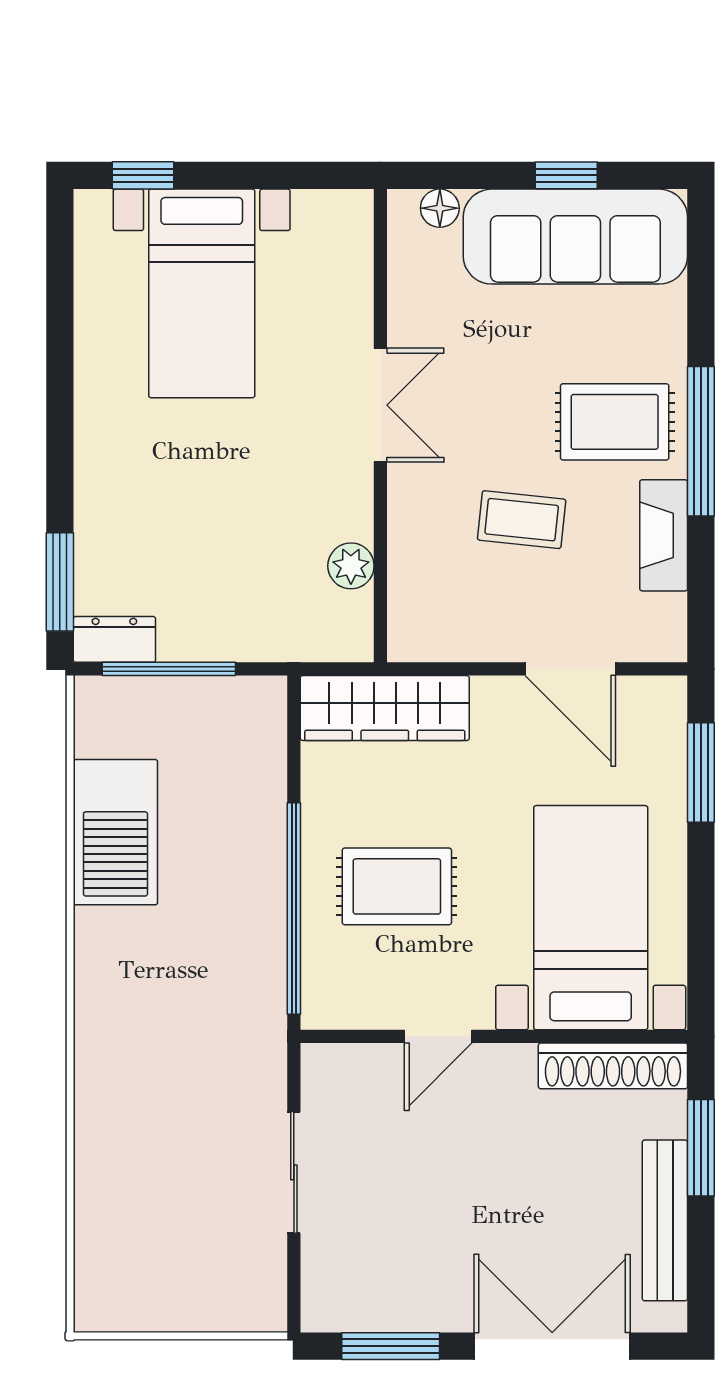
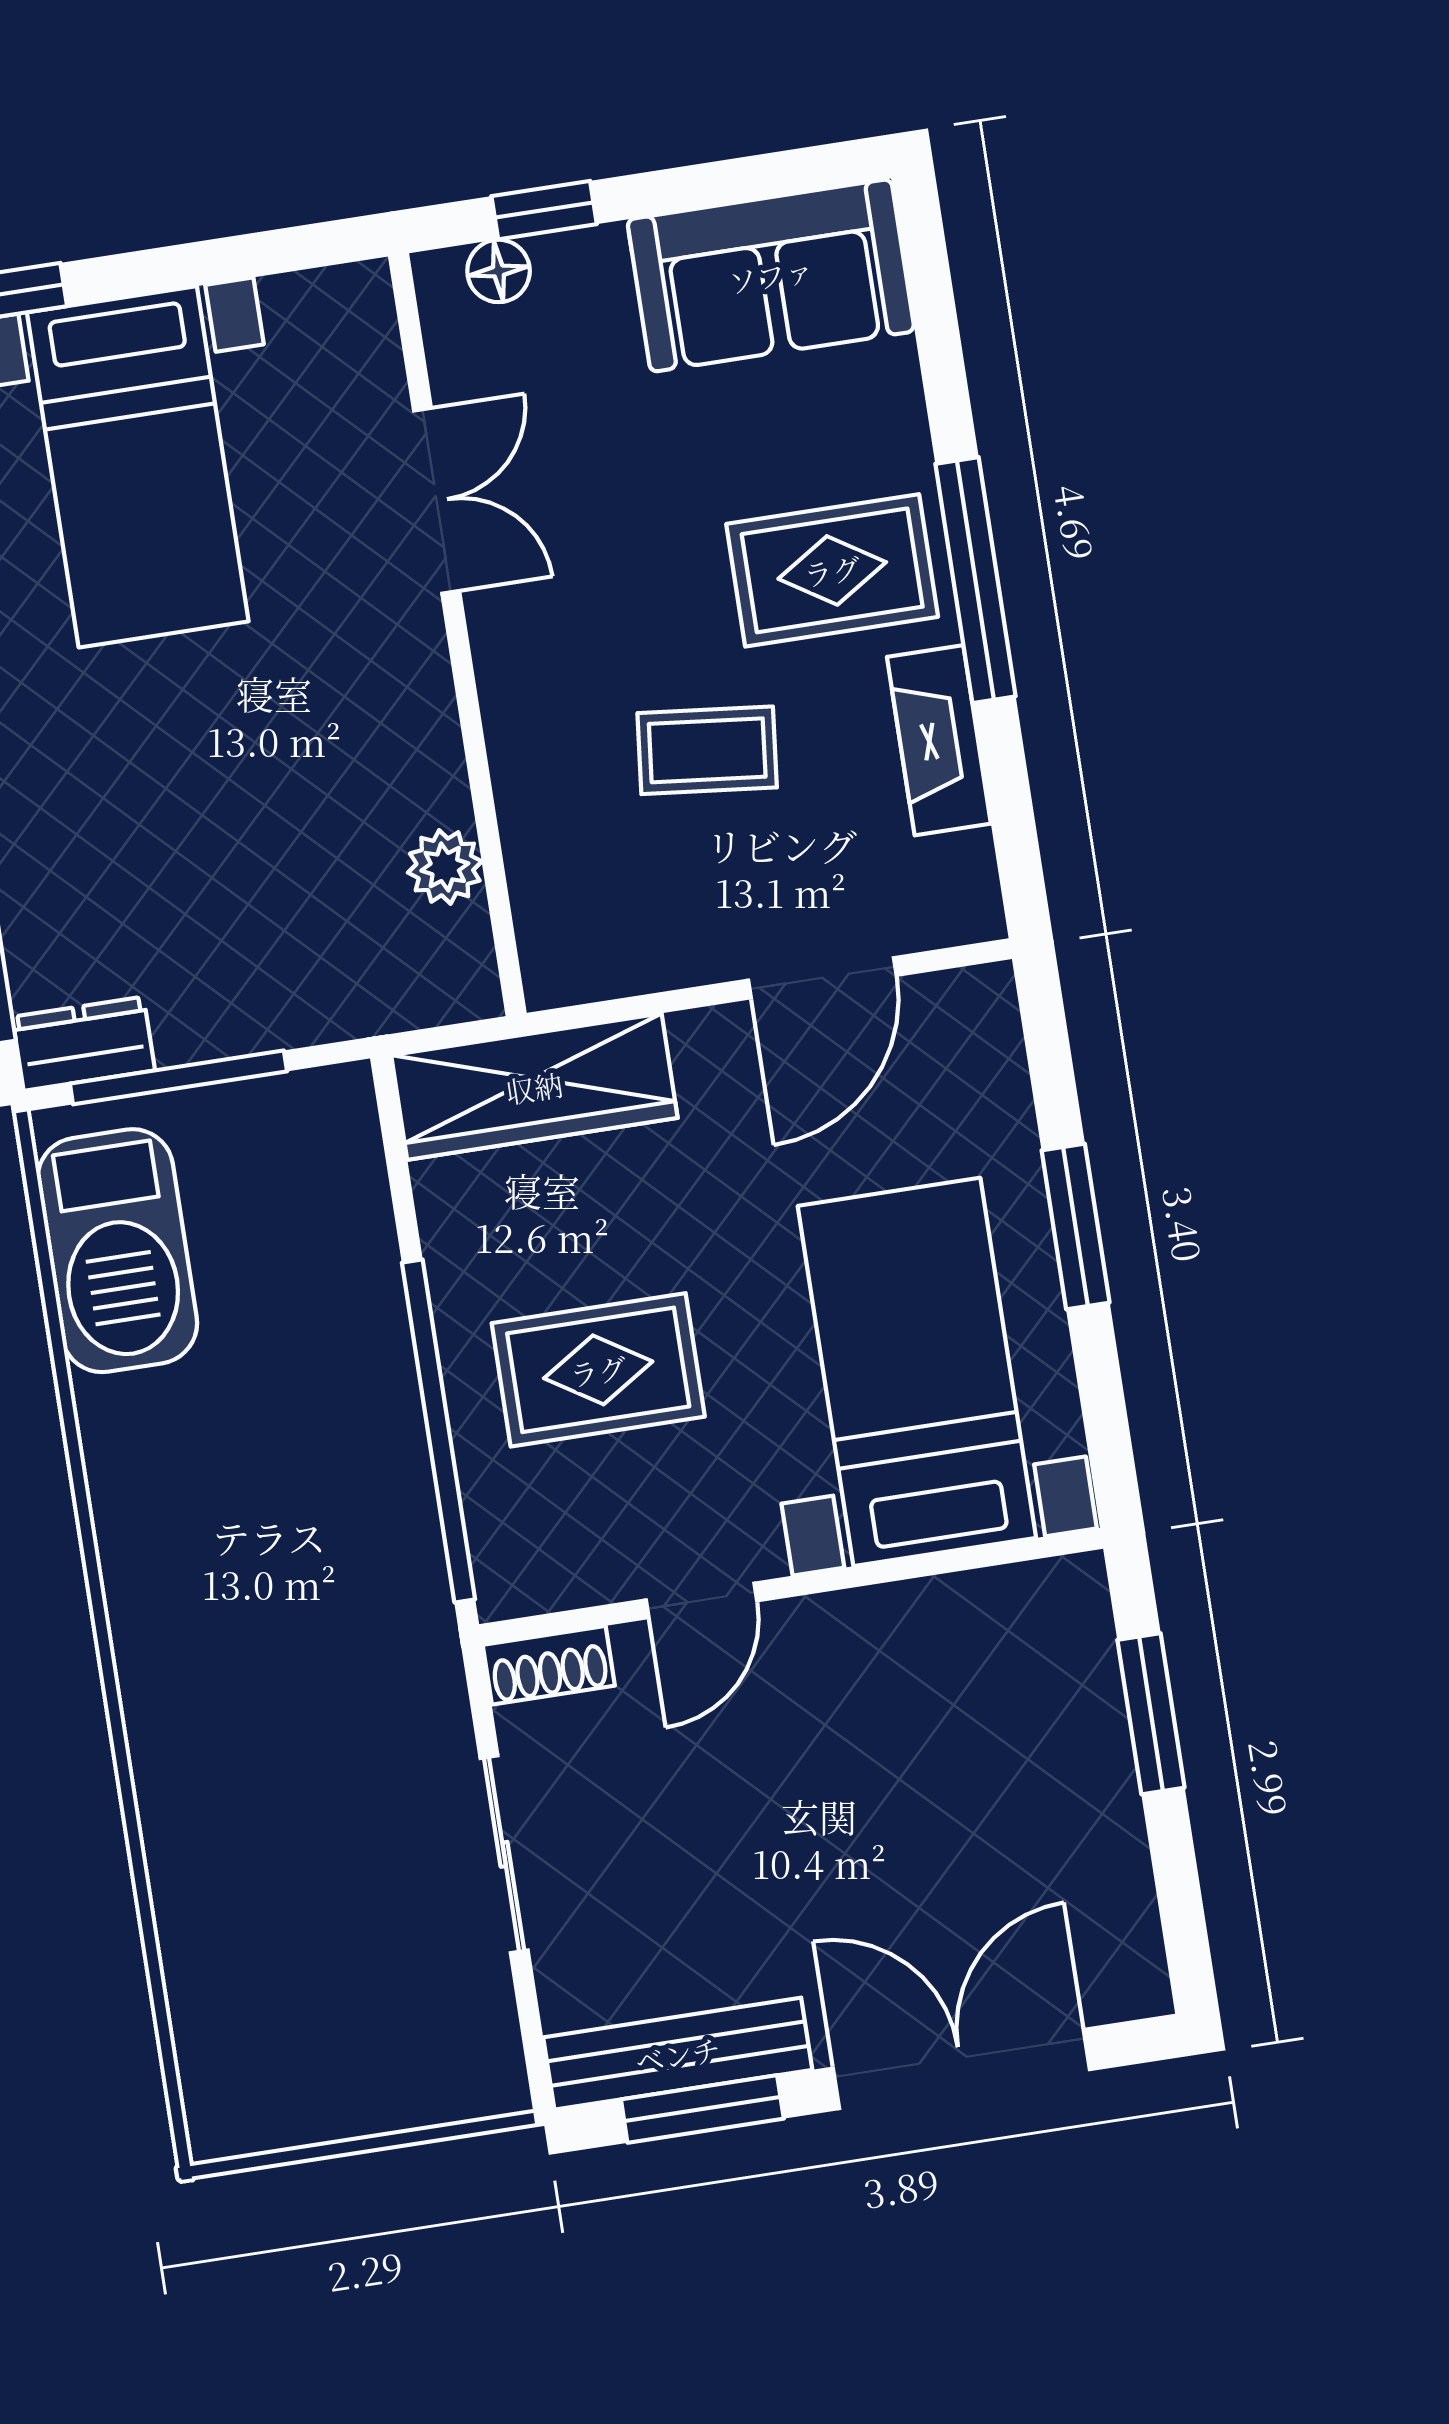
window: (566, 175) -> (544, 210), moved
sofa: (575, 237) -> (771, 275), width x0.73
double door: (380, 405) -> (437, 501), moved
door: (570, 669) -> (822, 978), hinge flipped
window: (701, 773) -> (1076, 1227), moved
barbecue: (115, 832) -> (117, 1251), moved
shoe rack: (613, 1066) -> (549, 1665), moved, width x0.51, depth x0.81
bench: (665, 1220) -> (678, 2054), moved, turned 90

